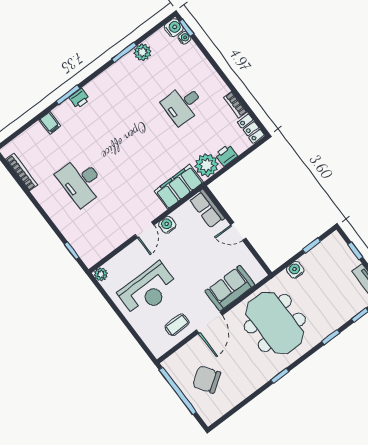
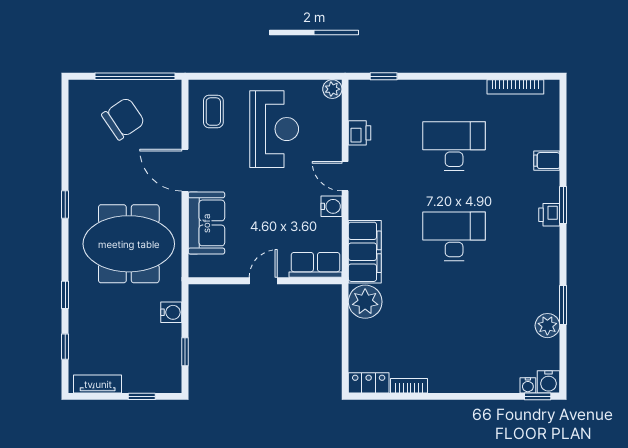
desk: (183, 104) -> (454, 236), moved, width x1.37
printer: (226, 155) -> (360, 133), moved
reception desk: (148, 290) -> (274, 129), turned 180
coffee table: (177, 325) -> (213, 112), moved

